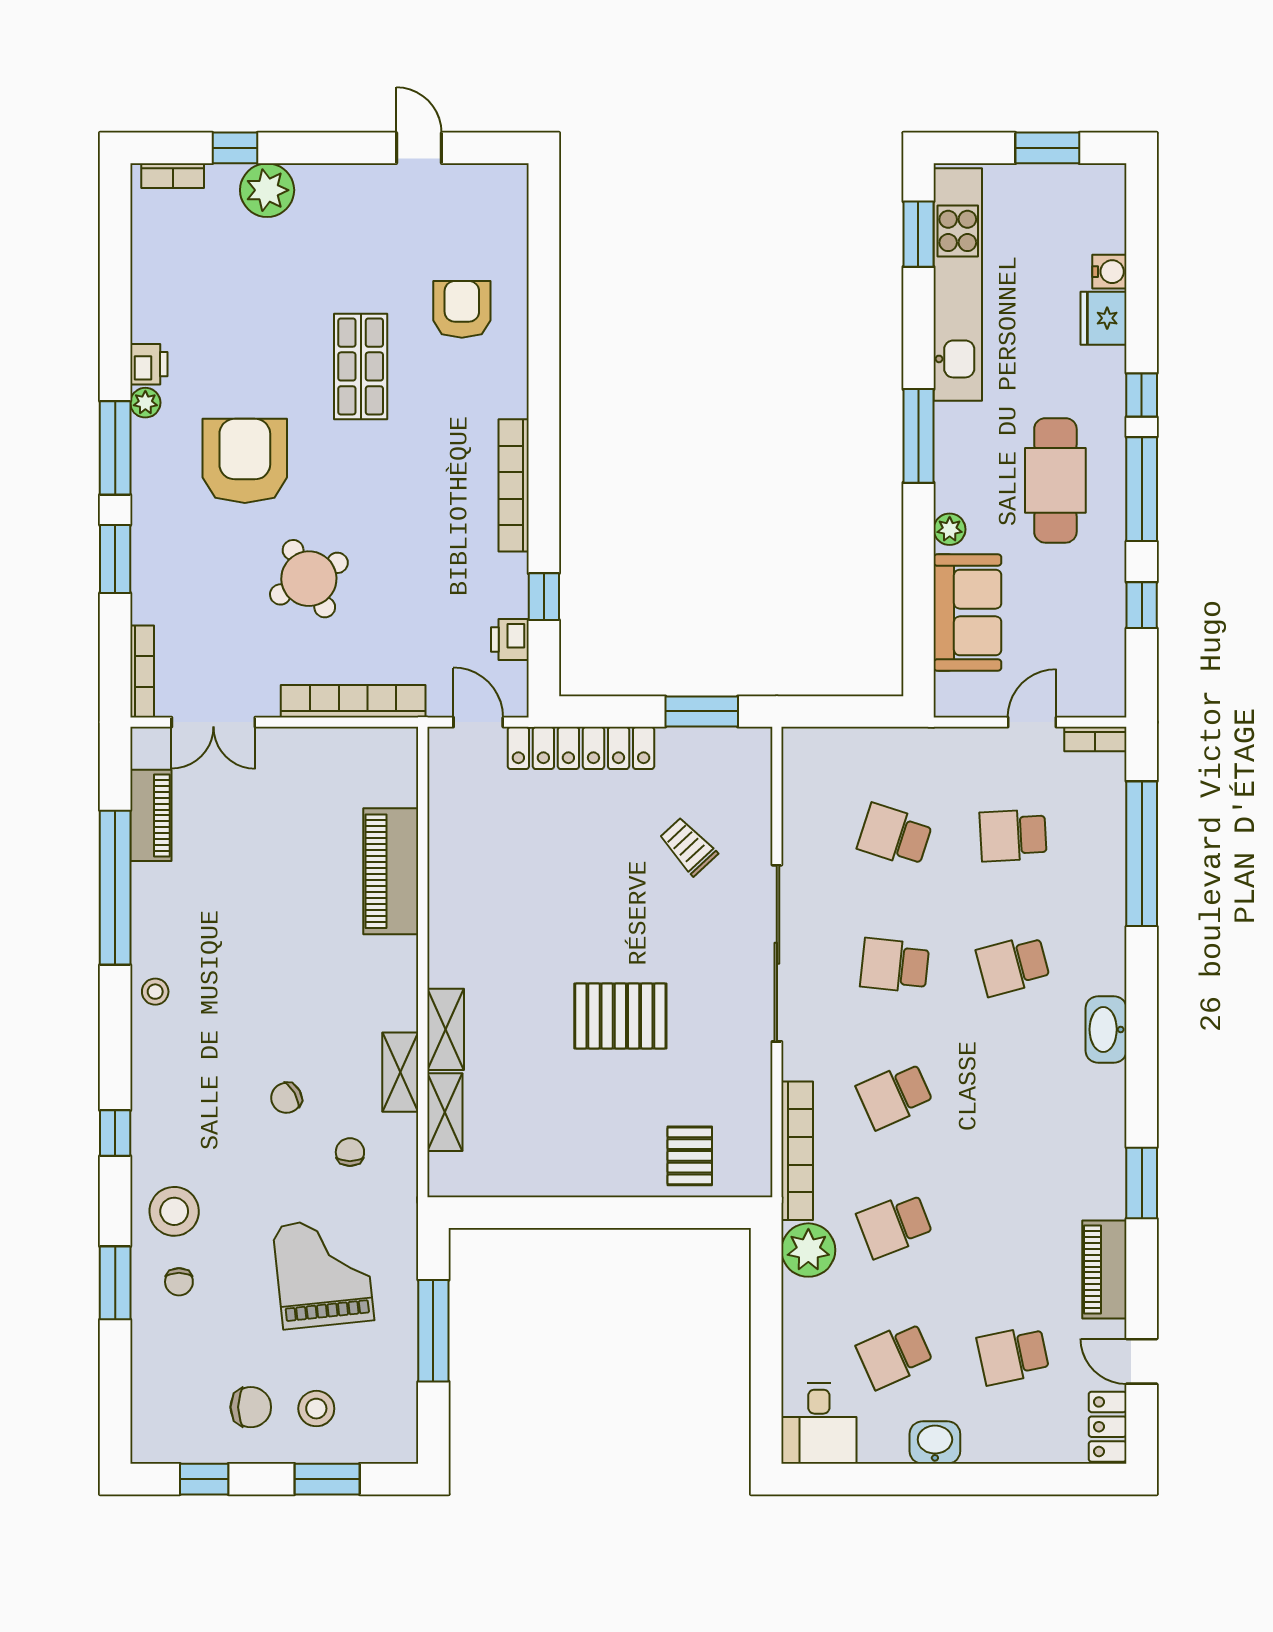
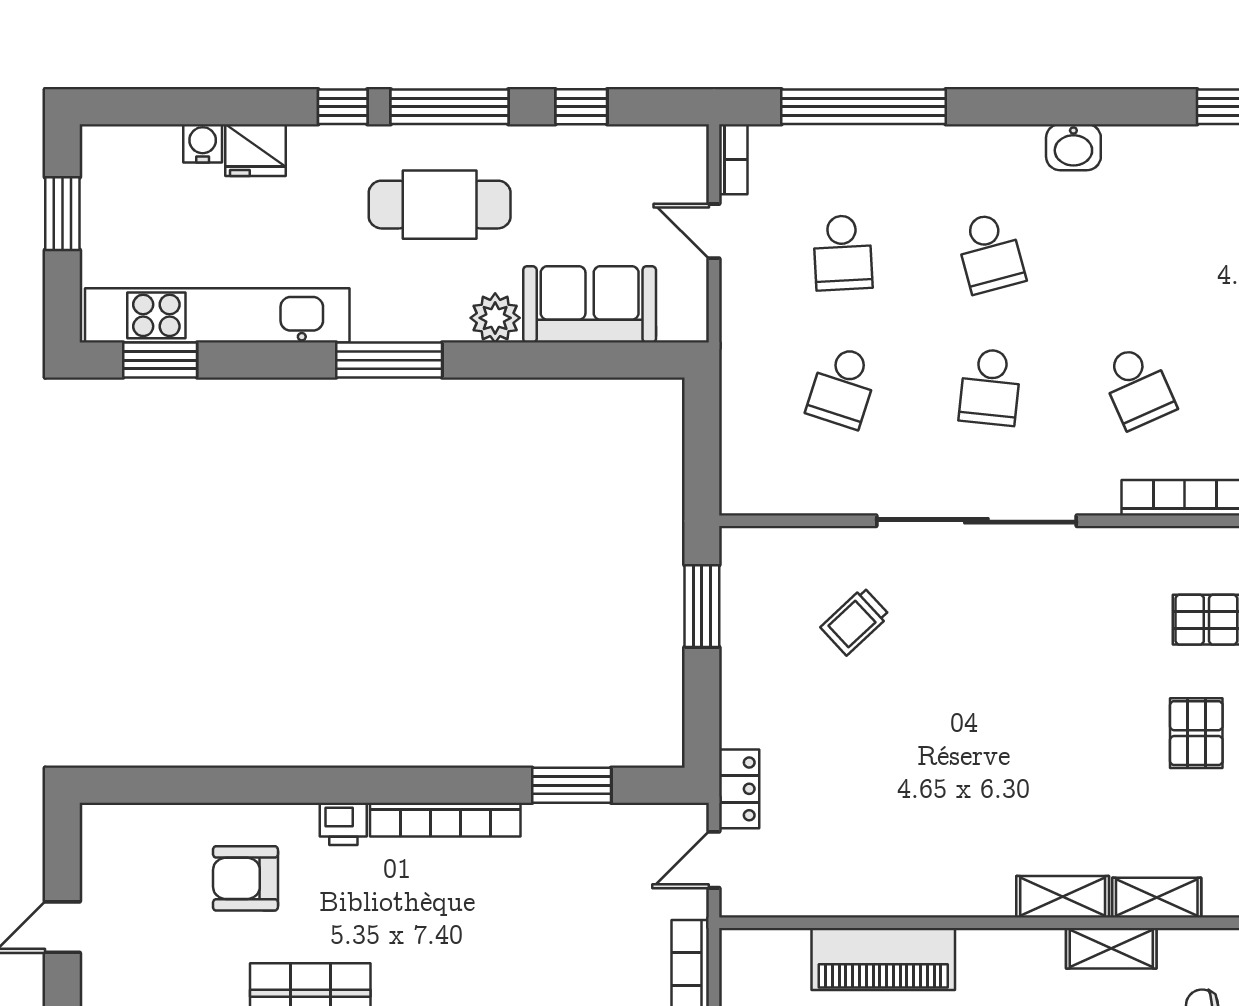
plant: (950, 529) -> (495, 318), width x1.38, depth x1.38
window: (544, 597) -> (572, 785), width x1.50
printer: (510, 639) -> (343, 824), moved
locker: (581, 748) -> (739, 789), width x0.46, depth x0.83
pallet: (620, 1016) -> (1196, 733), moved, width x0.67, depth x0.71
washbasin: (1106, 1029) -> (1073, 147), width x0.72

